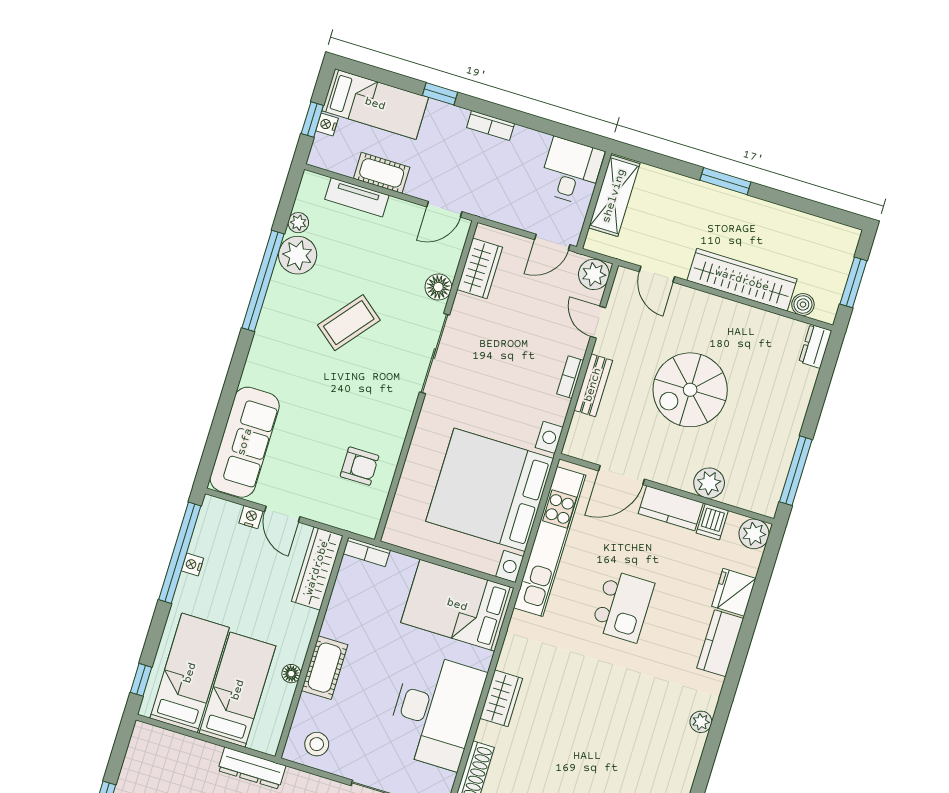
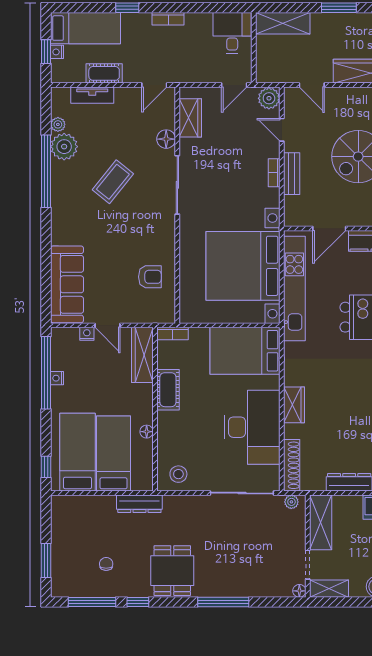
shelving: (614, 196) -> (283, 23), moved, turned 90
cot: (325, 668) -> (168, 390), moved

